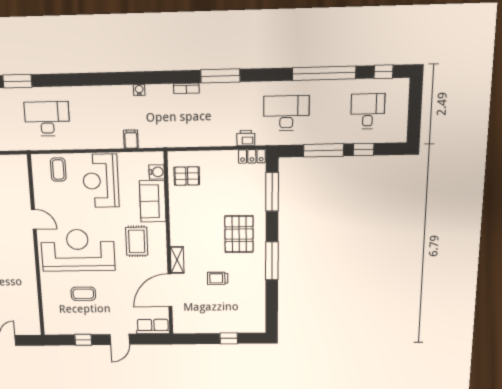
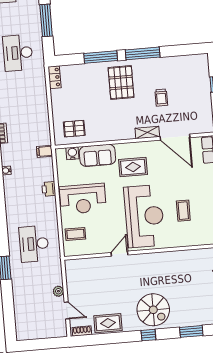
printer: (246, 138) -> (49, 189), moved
filing cabinet: (131, 139) -> (44, 151), moved
pallet: (187, 176) -> (74, 129), turned 90
window: (272, 192) -> (101, 57), moved
pallet: (239, 234) -> (121, 83), turned 90
reception desk: (78, 250) -> (144, 216), turned 180

